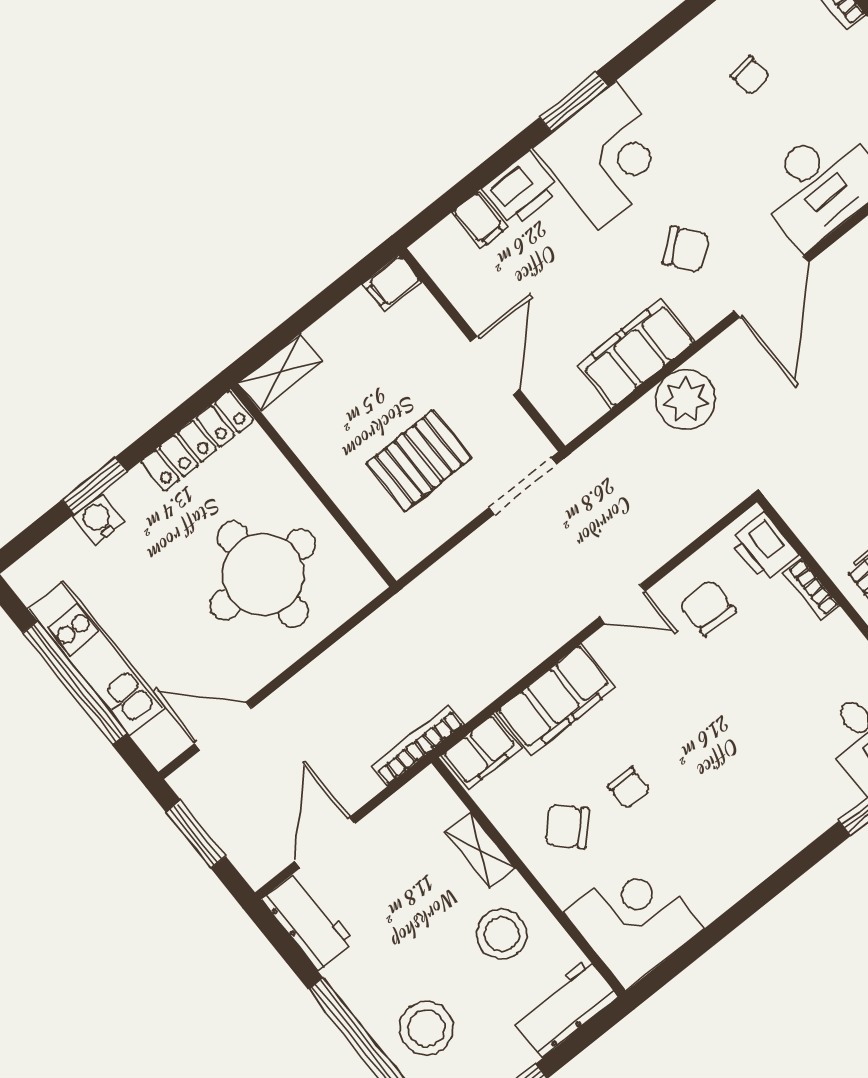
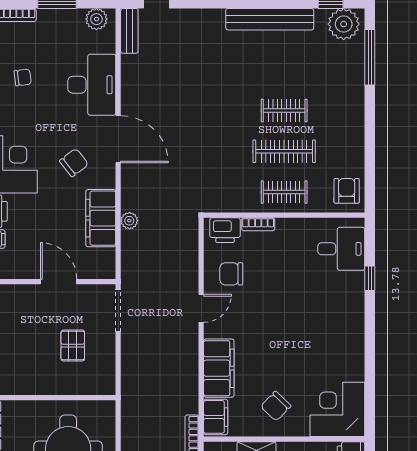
plant: (686, 400) -> (129, 221), width x0.53, depth x0.53
pallet: (419, 461) -> (73, 346), width x0.67, depth x0.71
chair: (629, 788) -> (281, 367), removed

